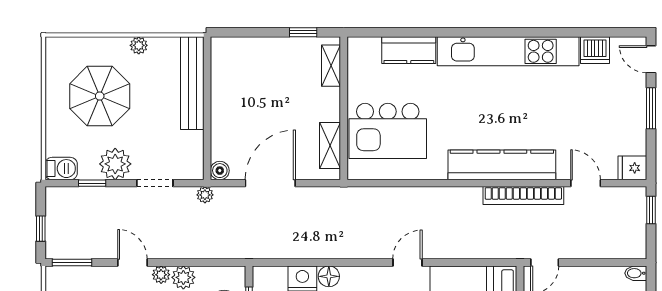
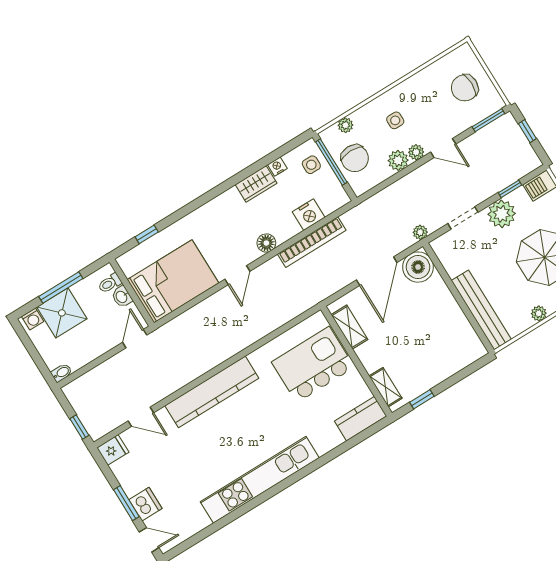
kitchen counter: (409, 50) -> (361, 419), moved
dishwasher: (595, 50) -> (145, 504), moved, turned 90
boiler: (220, 171) -> (418, 267), width x1.86, depth x1.86
bookcase: (523, 196) -> (312, 242), moved, turned 180
floor lamp: (329, 276) -> (266, 243), moved

